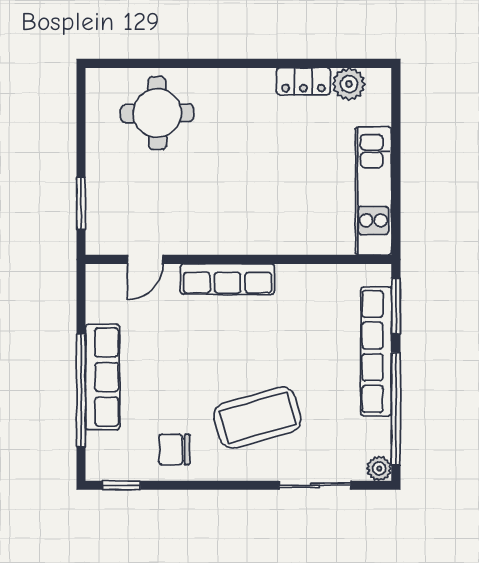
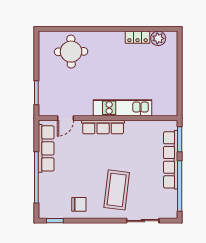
kitchen unit: (373, 191) -> (123, 108), moved, turned 90
row of seats: (103, 377) -> (46, 148), moved
coffee table: (257, 418) -> (117, 190), turned -67
chair: (174, 449) -> (79, 204), turned 180
plant: (379, 468) -> (172, 213), removed

